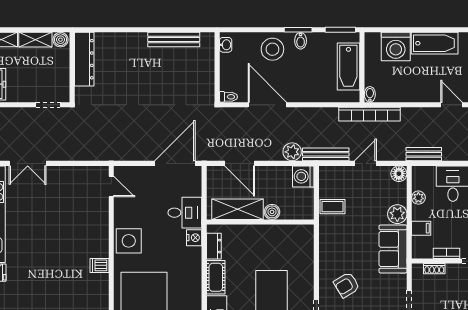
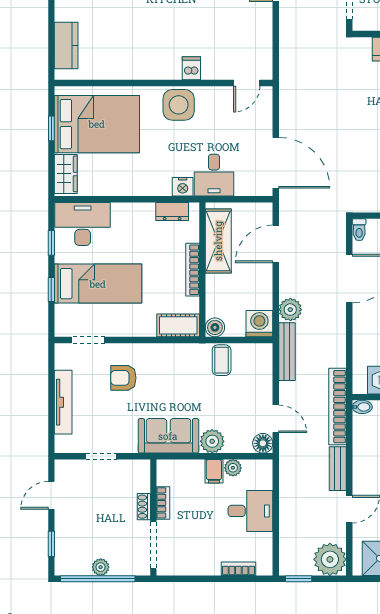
bench: (424, 154) -> (338, 469), moved
door: (365, 163) -> (276, 419), moved
boiler: (272, 212) -> (215, 327), moved
filing cabinet: (421, 228) -> (214, 471), moved
bookcase: (260, 230) -> (193, 270), added
dishwasher: (100, 265) -> (191, 68), moved
shoe rack: (434, 269) -> (144, 507), moved
cot: (216, 277) -> (178, 325), moved
armchair: (347, 285) -> (123, 378), turned -59

